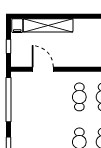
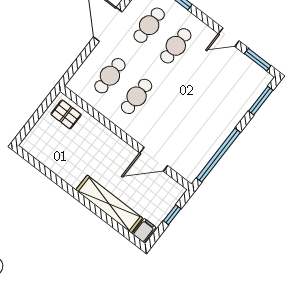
door: (43, 69) -> (154, 159), hinge flipped

